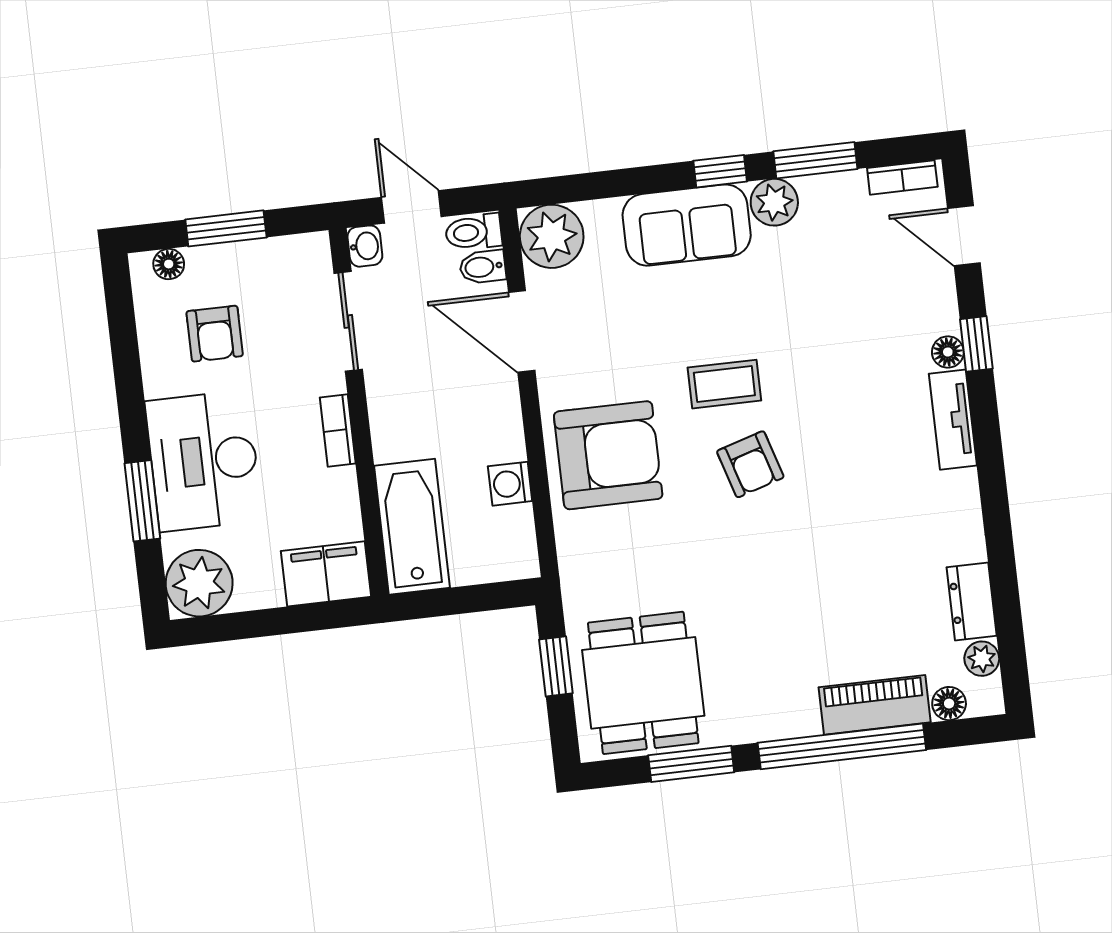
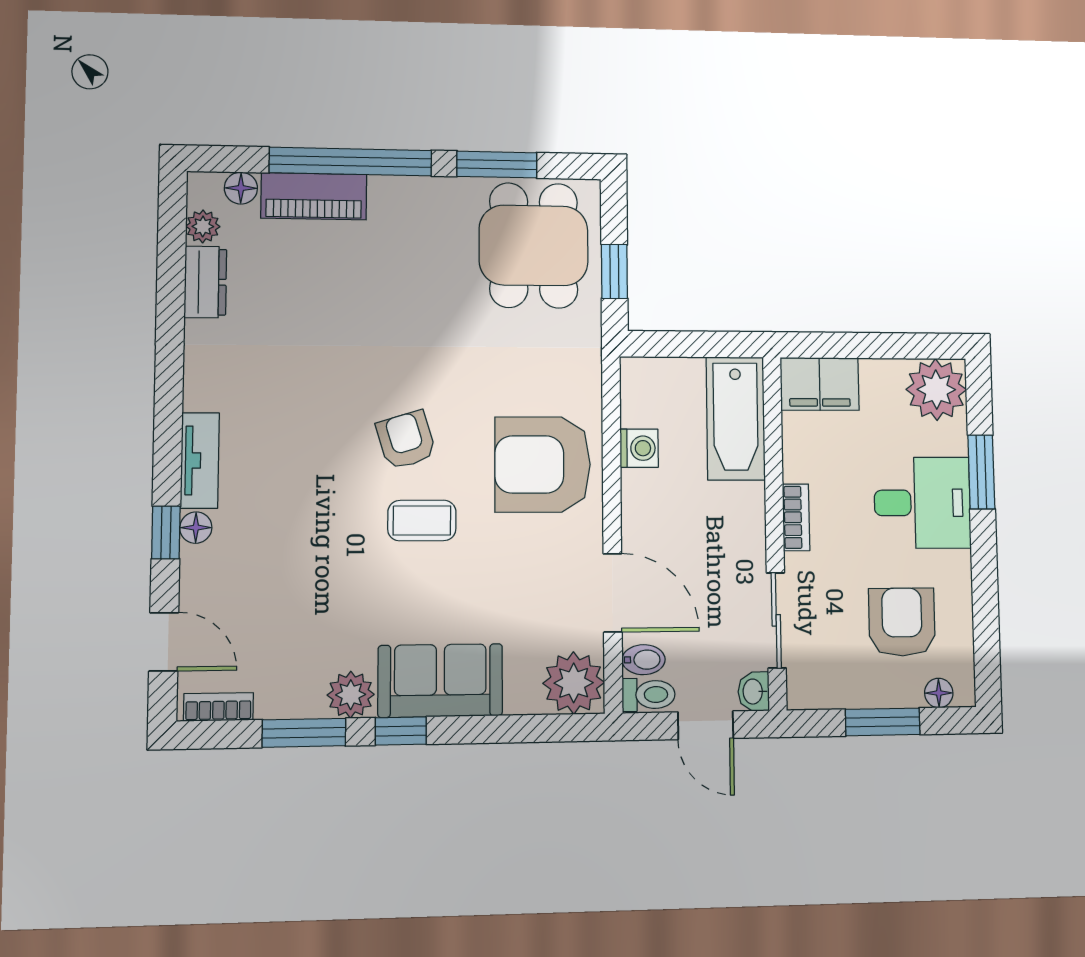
armchair: (215, 334) -> (902, 622), width x1.38, depth x1.38
desk: (204, 461) -> (922, 503), width x0.73

